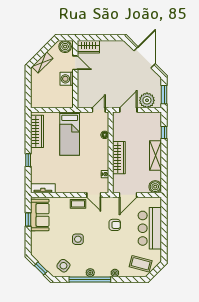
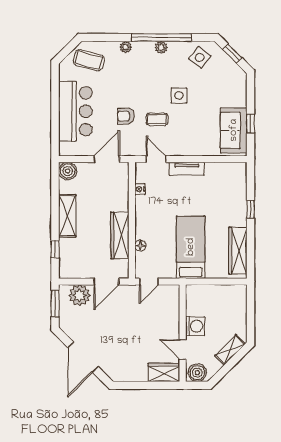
wardrobe: (119, 158) -> (120, 235), moved
tv unit: (43, 188) -> (187, 169), moved
coffee table: (78, 204) -> (157, 119), moved

